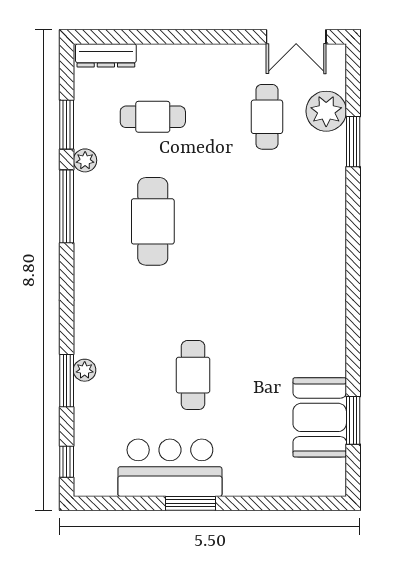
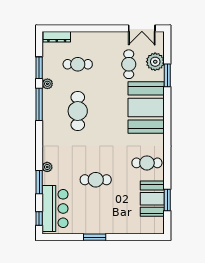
booth: (306, 214) -> (146, 108), added
cafe table: (308, 338) -> (147, 163), added
plant: (85, 370) -> (47, 167), moved
cafe table: (193, 375) -> (96, 180), turned 90
bar counter: (170, 468) -> (55, 209), moved, turned 90

